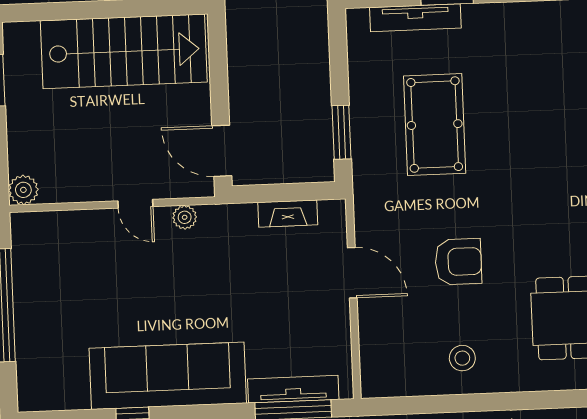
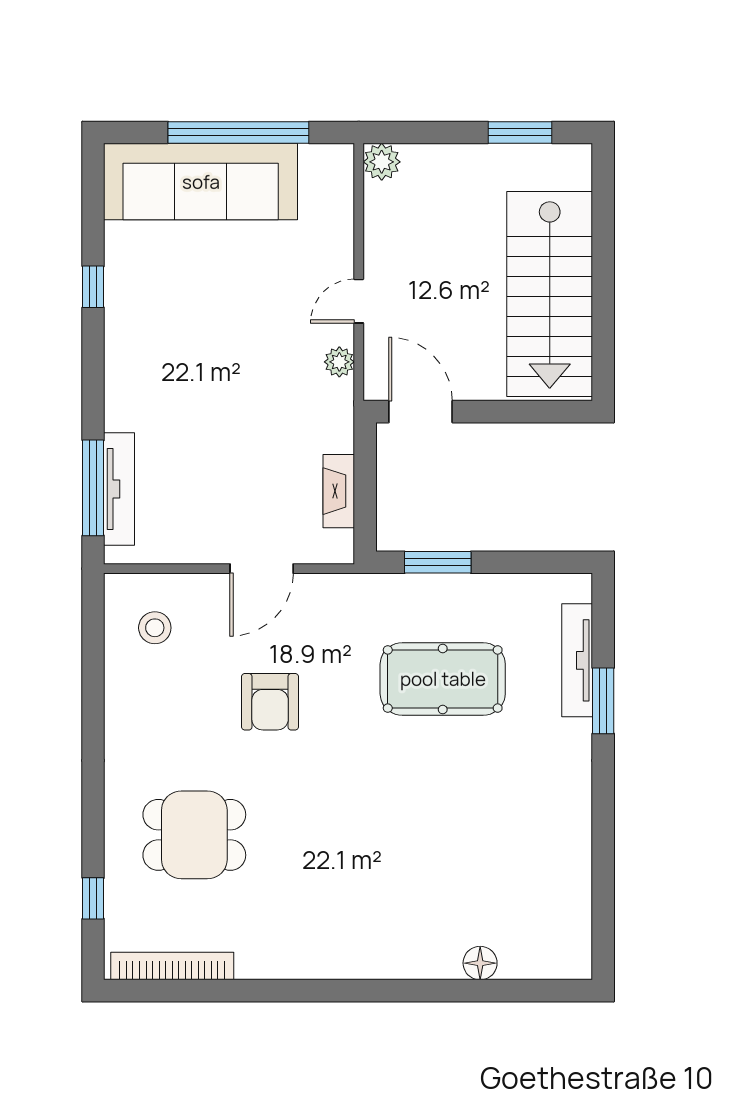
door: (222, 151) -> (421, 412), hinge flipped
stool: (462, 358) -> (155, 628), moved
sofa: (168, 376) -> (201, 182), moved, turned 90

